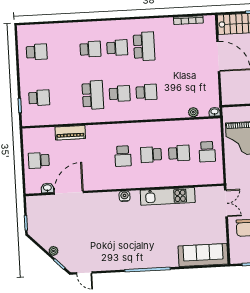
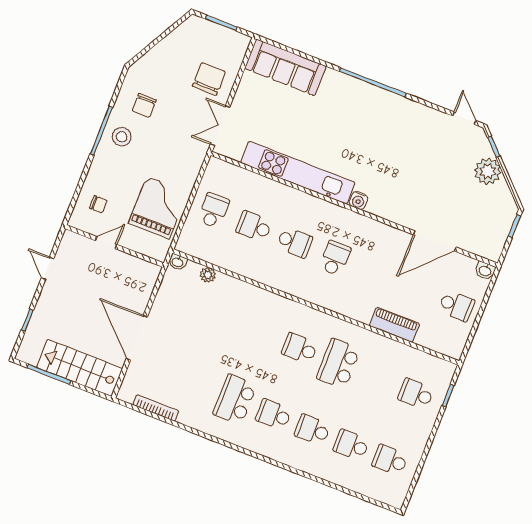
school desk: (147, 92) -> (351, 445), moved
washbasin: (47, 188) -> (485, 271), moved
kitchen unit: (168, 196) -> (298, 173), width x1.36
plant: (53, 251) -> (488, 171), width x1.88, depth x1.88

